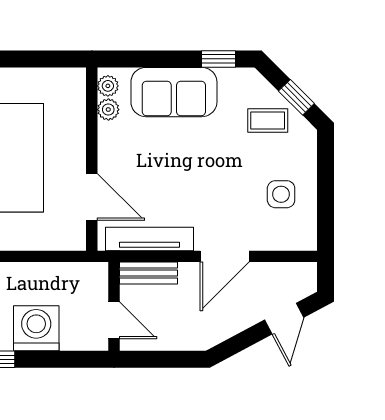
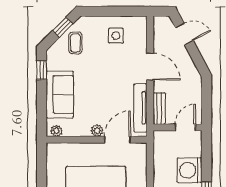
plant: (108, 110) -> (97, 131), moved

